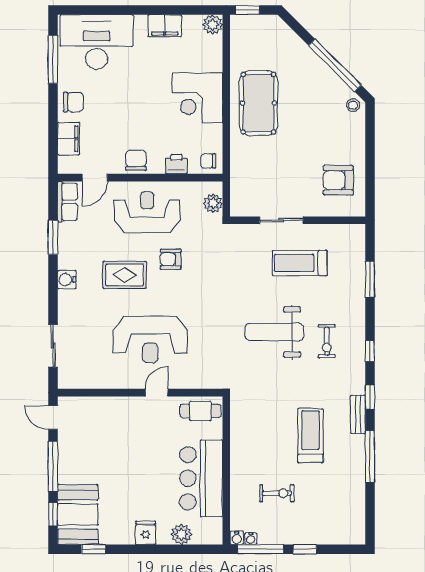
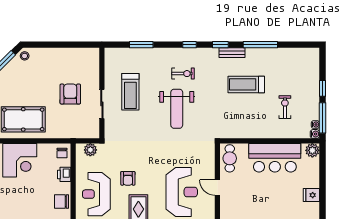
armchair: (338, 180) -> (70, 94), moved, turned 180
plant: (181, 534) -> (312, 150), moved

